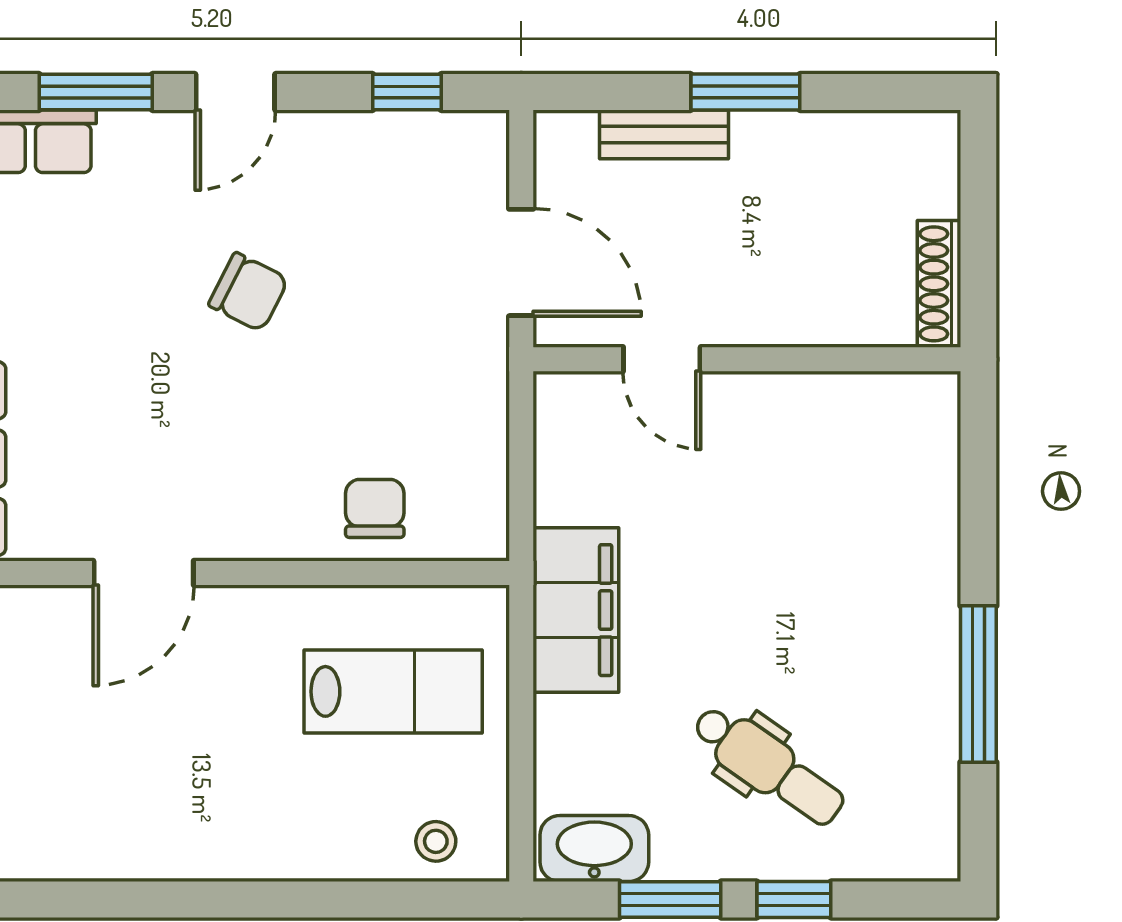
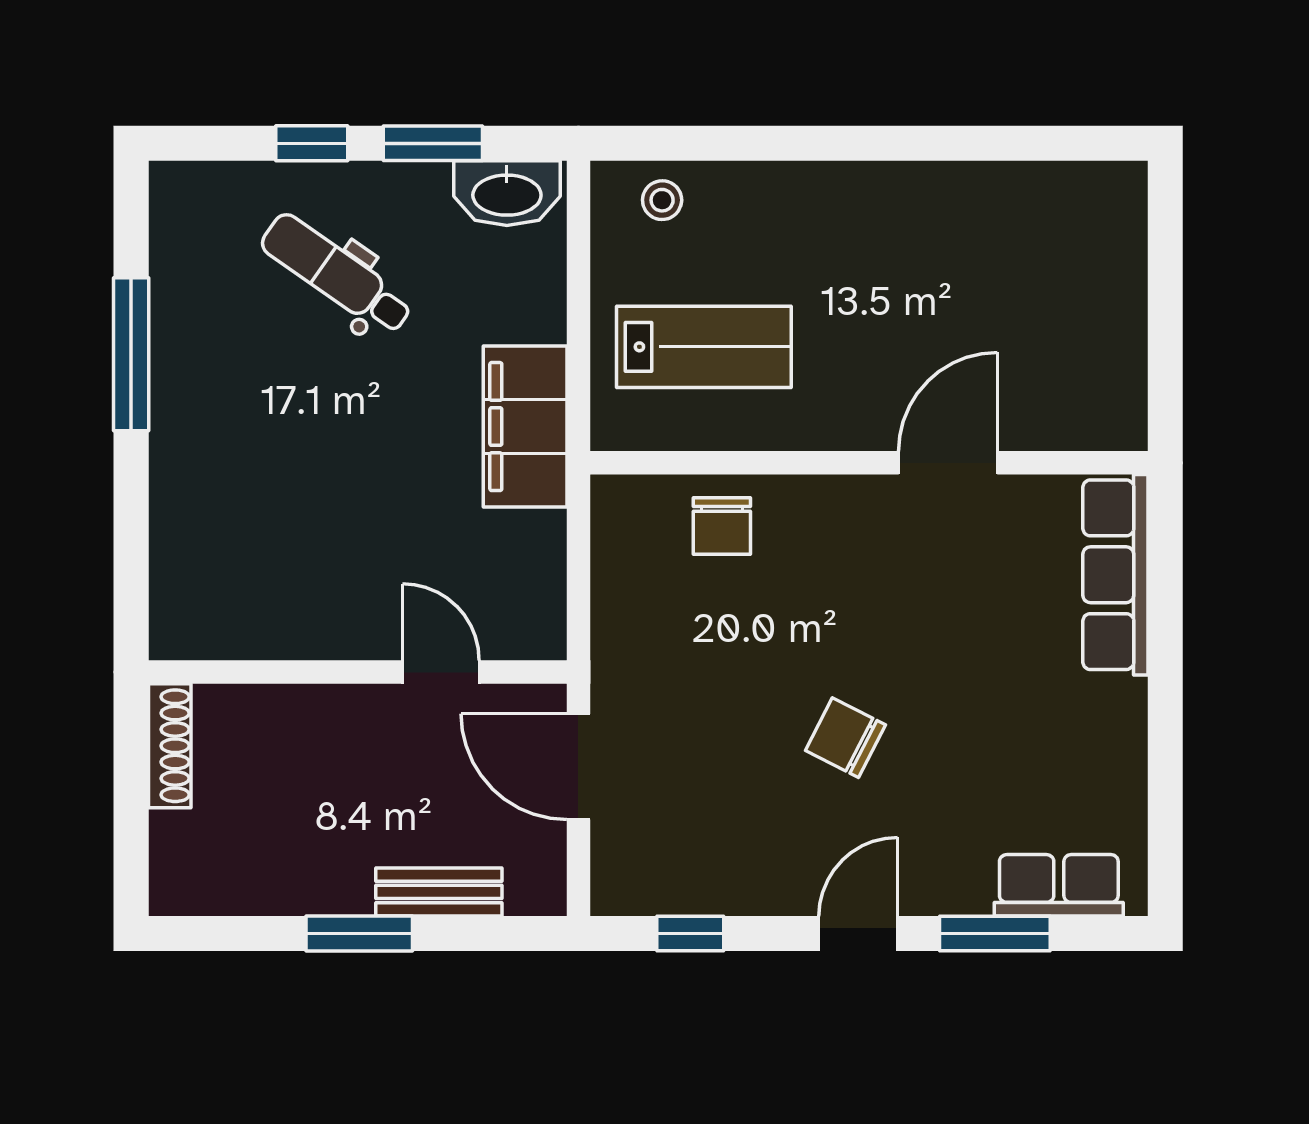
lab bench: (393, 691) -> (704, 347), turned 180

